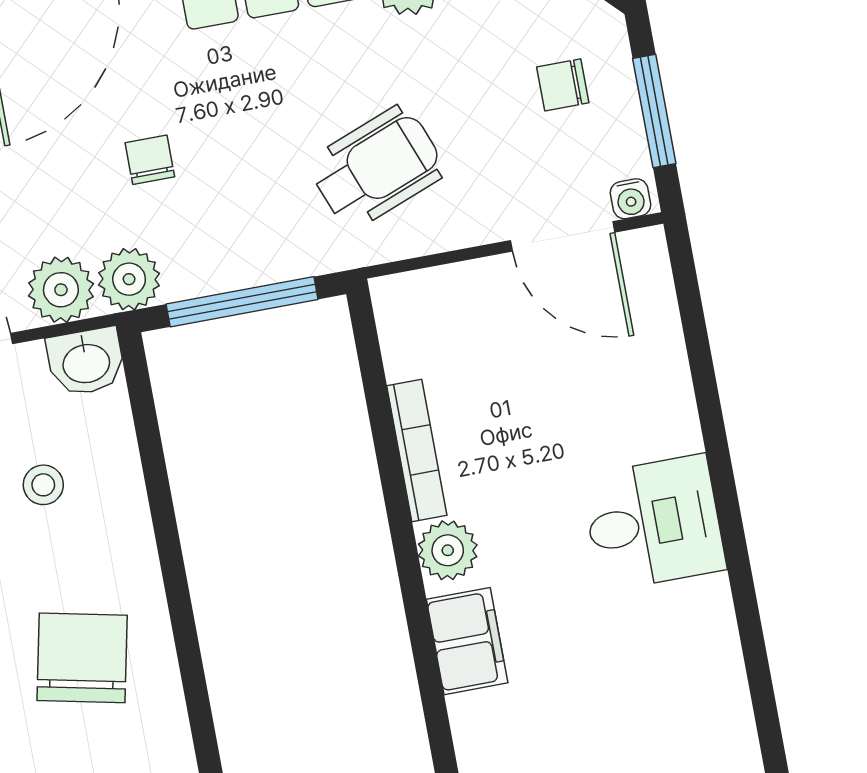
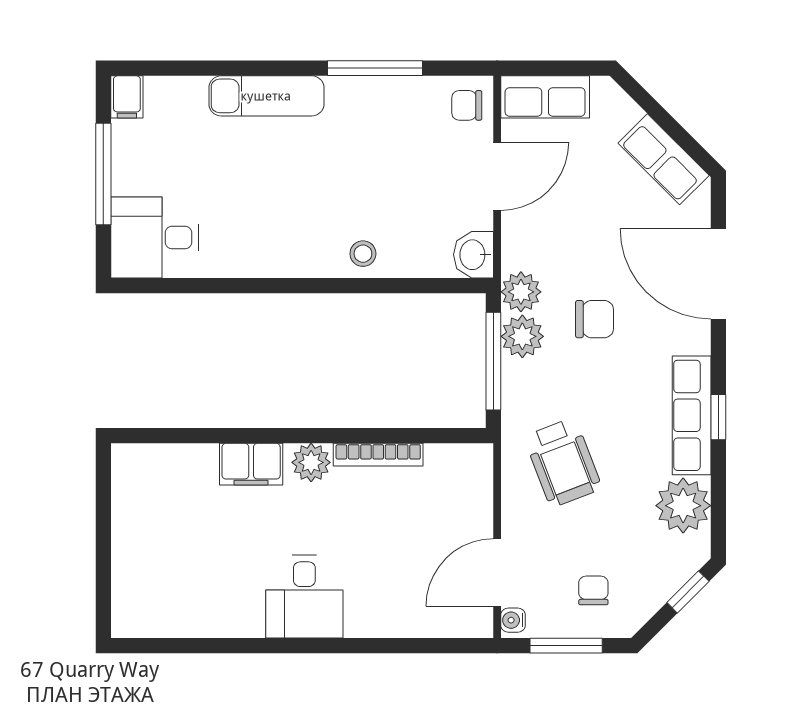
chair: (150, 160) -> (594, 319), width x1.37, depth x1.37
plant: (61, 290) -> (522, 336), moved
stool: (43, 485) -> (363, 254), moved
chair: (82, 658) -> (286, 217), removed

